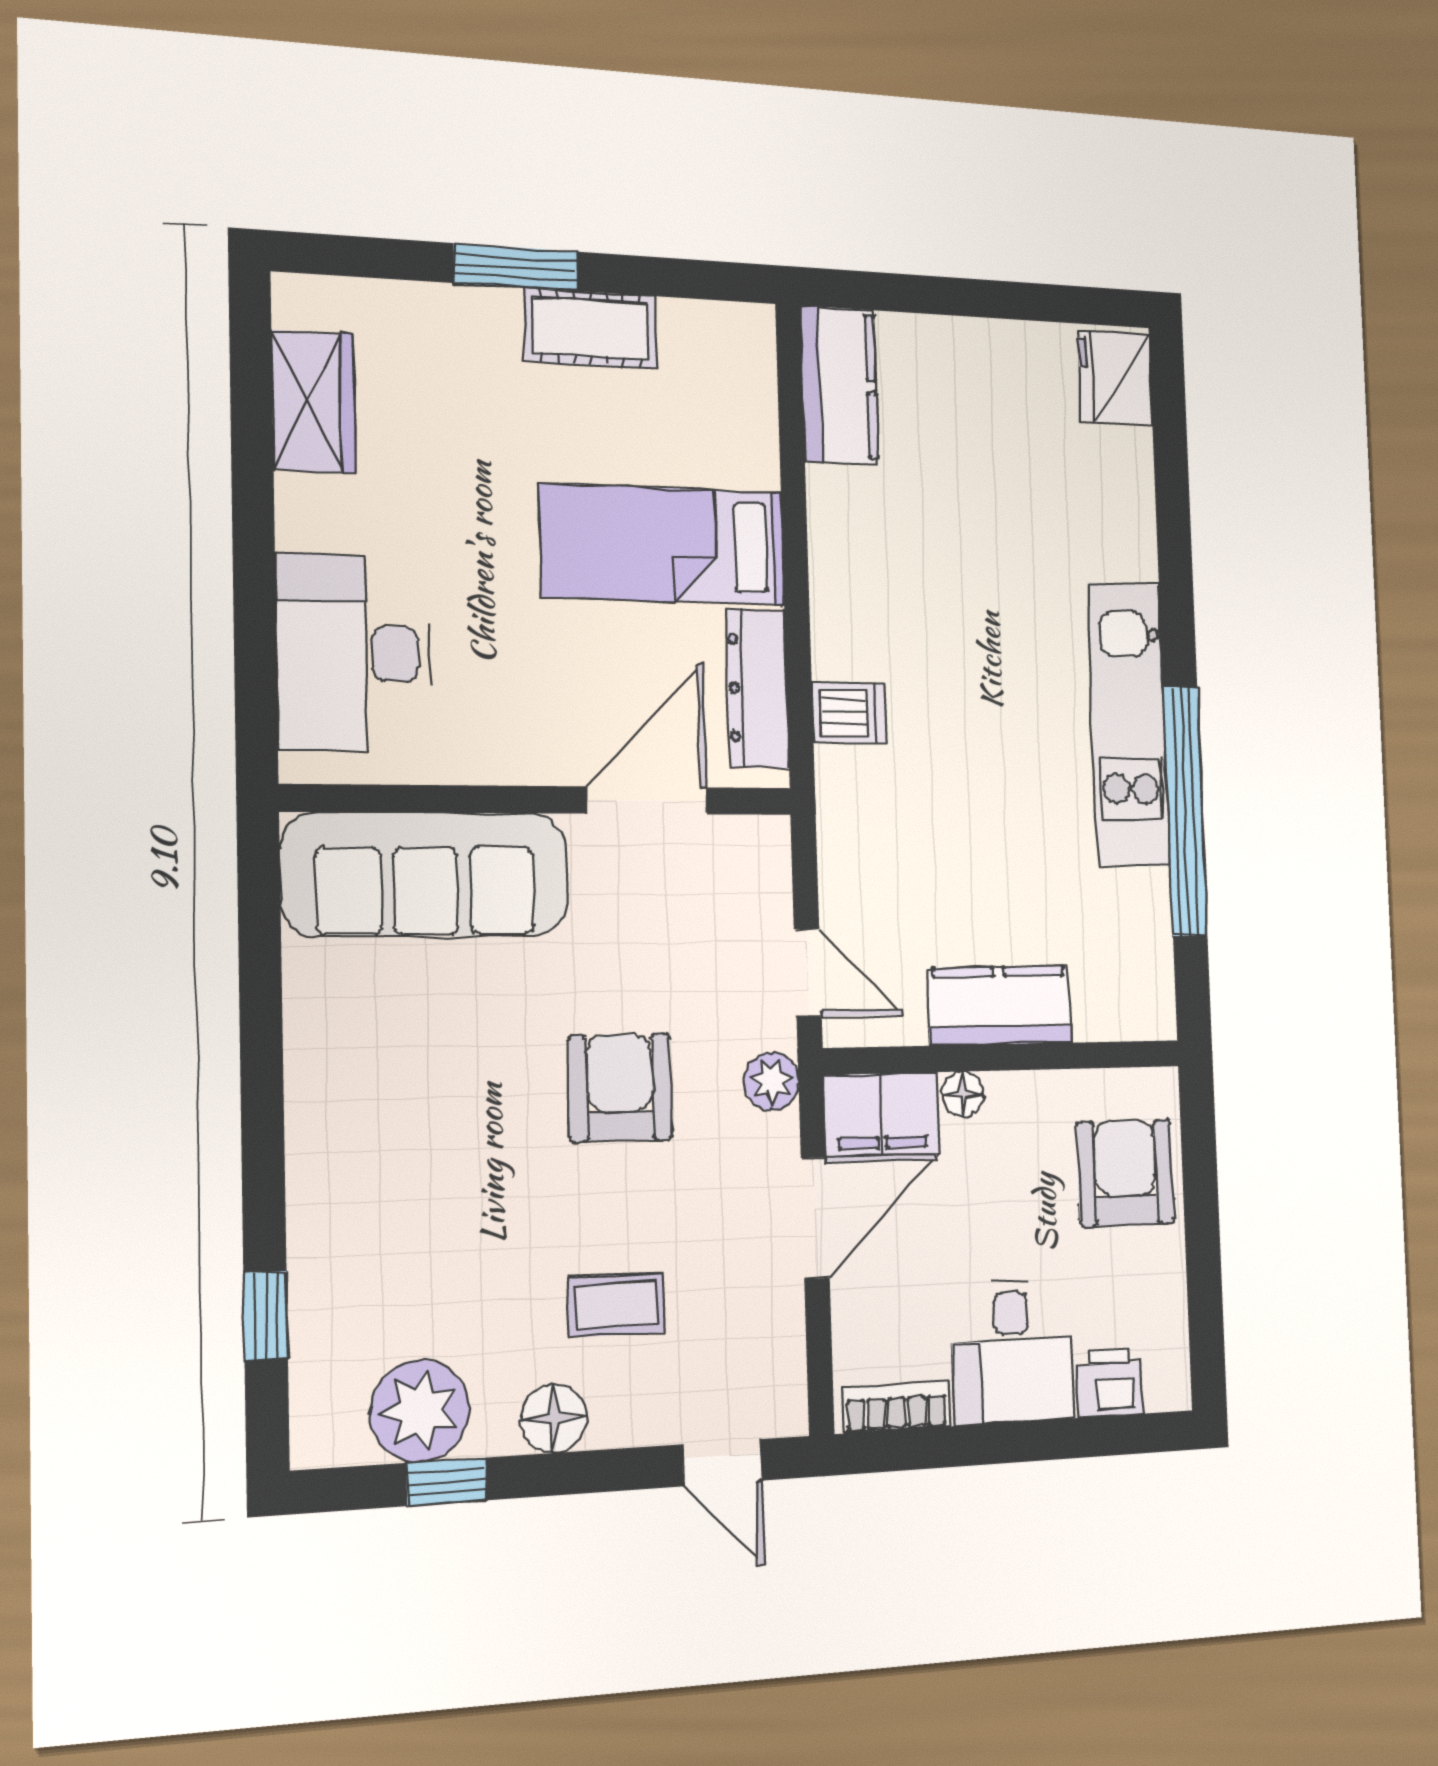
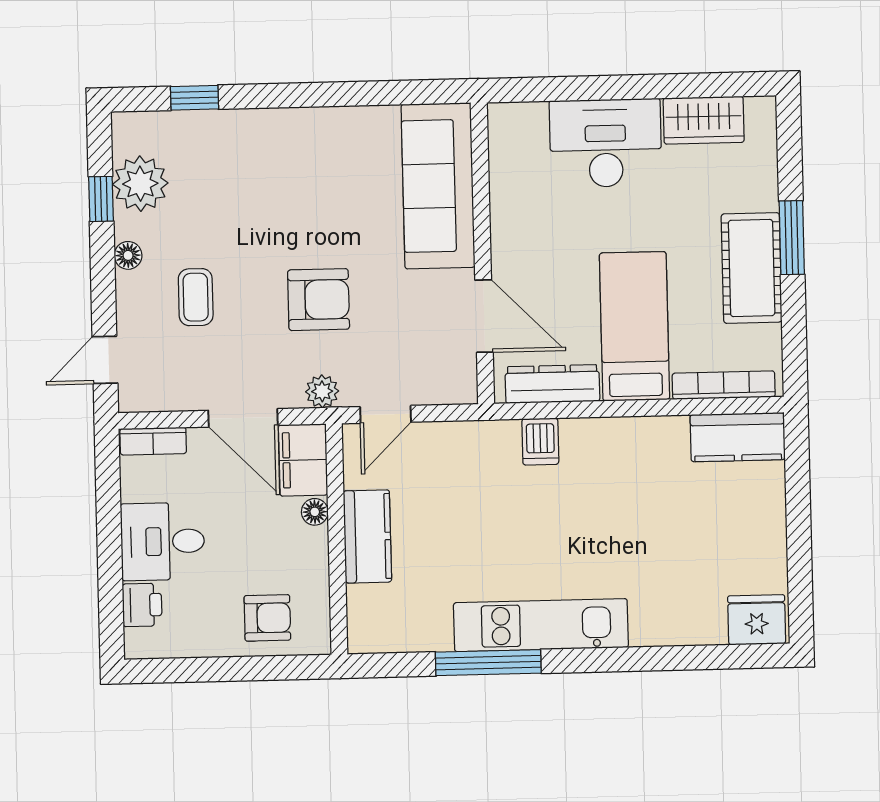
cot: (591, 329) -> (752, 268), width x1.37, depth x1.34
bookcase: (757, 402) -> (724, 385), added
desk: (354, 653) -> (606, 143), moved
window: (1185, 811) -> (488, 663), width x0.68
armchair: (1125, 1173) -> (267, 618), width x0.72, depth x0.72
bookcase: (896, 1407) -> (153, 441), moved, turned 90
floor lamp: (554, 1419) -> (128, 255), width x0.73, depth x0.73

